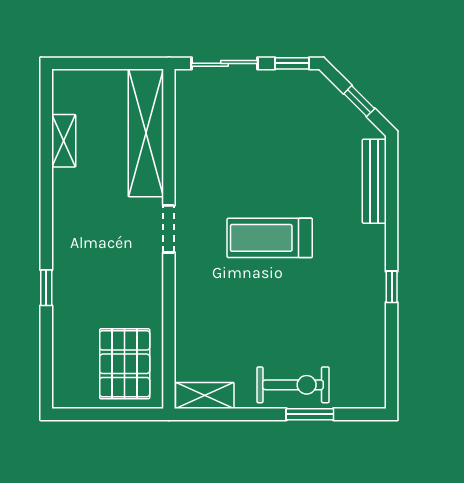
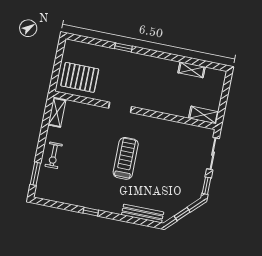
shelving: (146, 133) -> (204, 115), width x0.45, depth x0.75
doorway: (169, 229) -> (120, 107), moved
exercise bike: (293, 385) -> (54, 155), width x0.73, depth x0.72
window: (310, 414) -> (35, 174), moved

